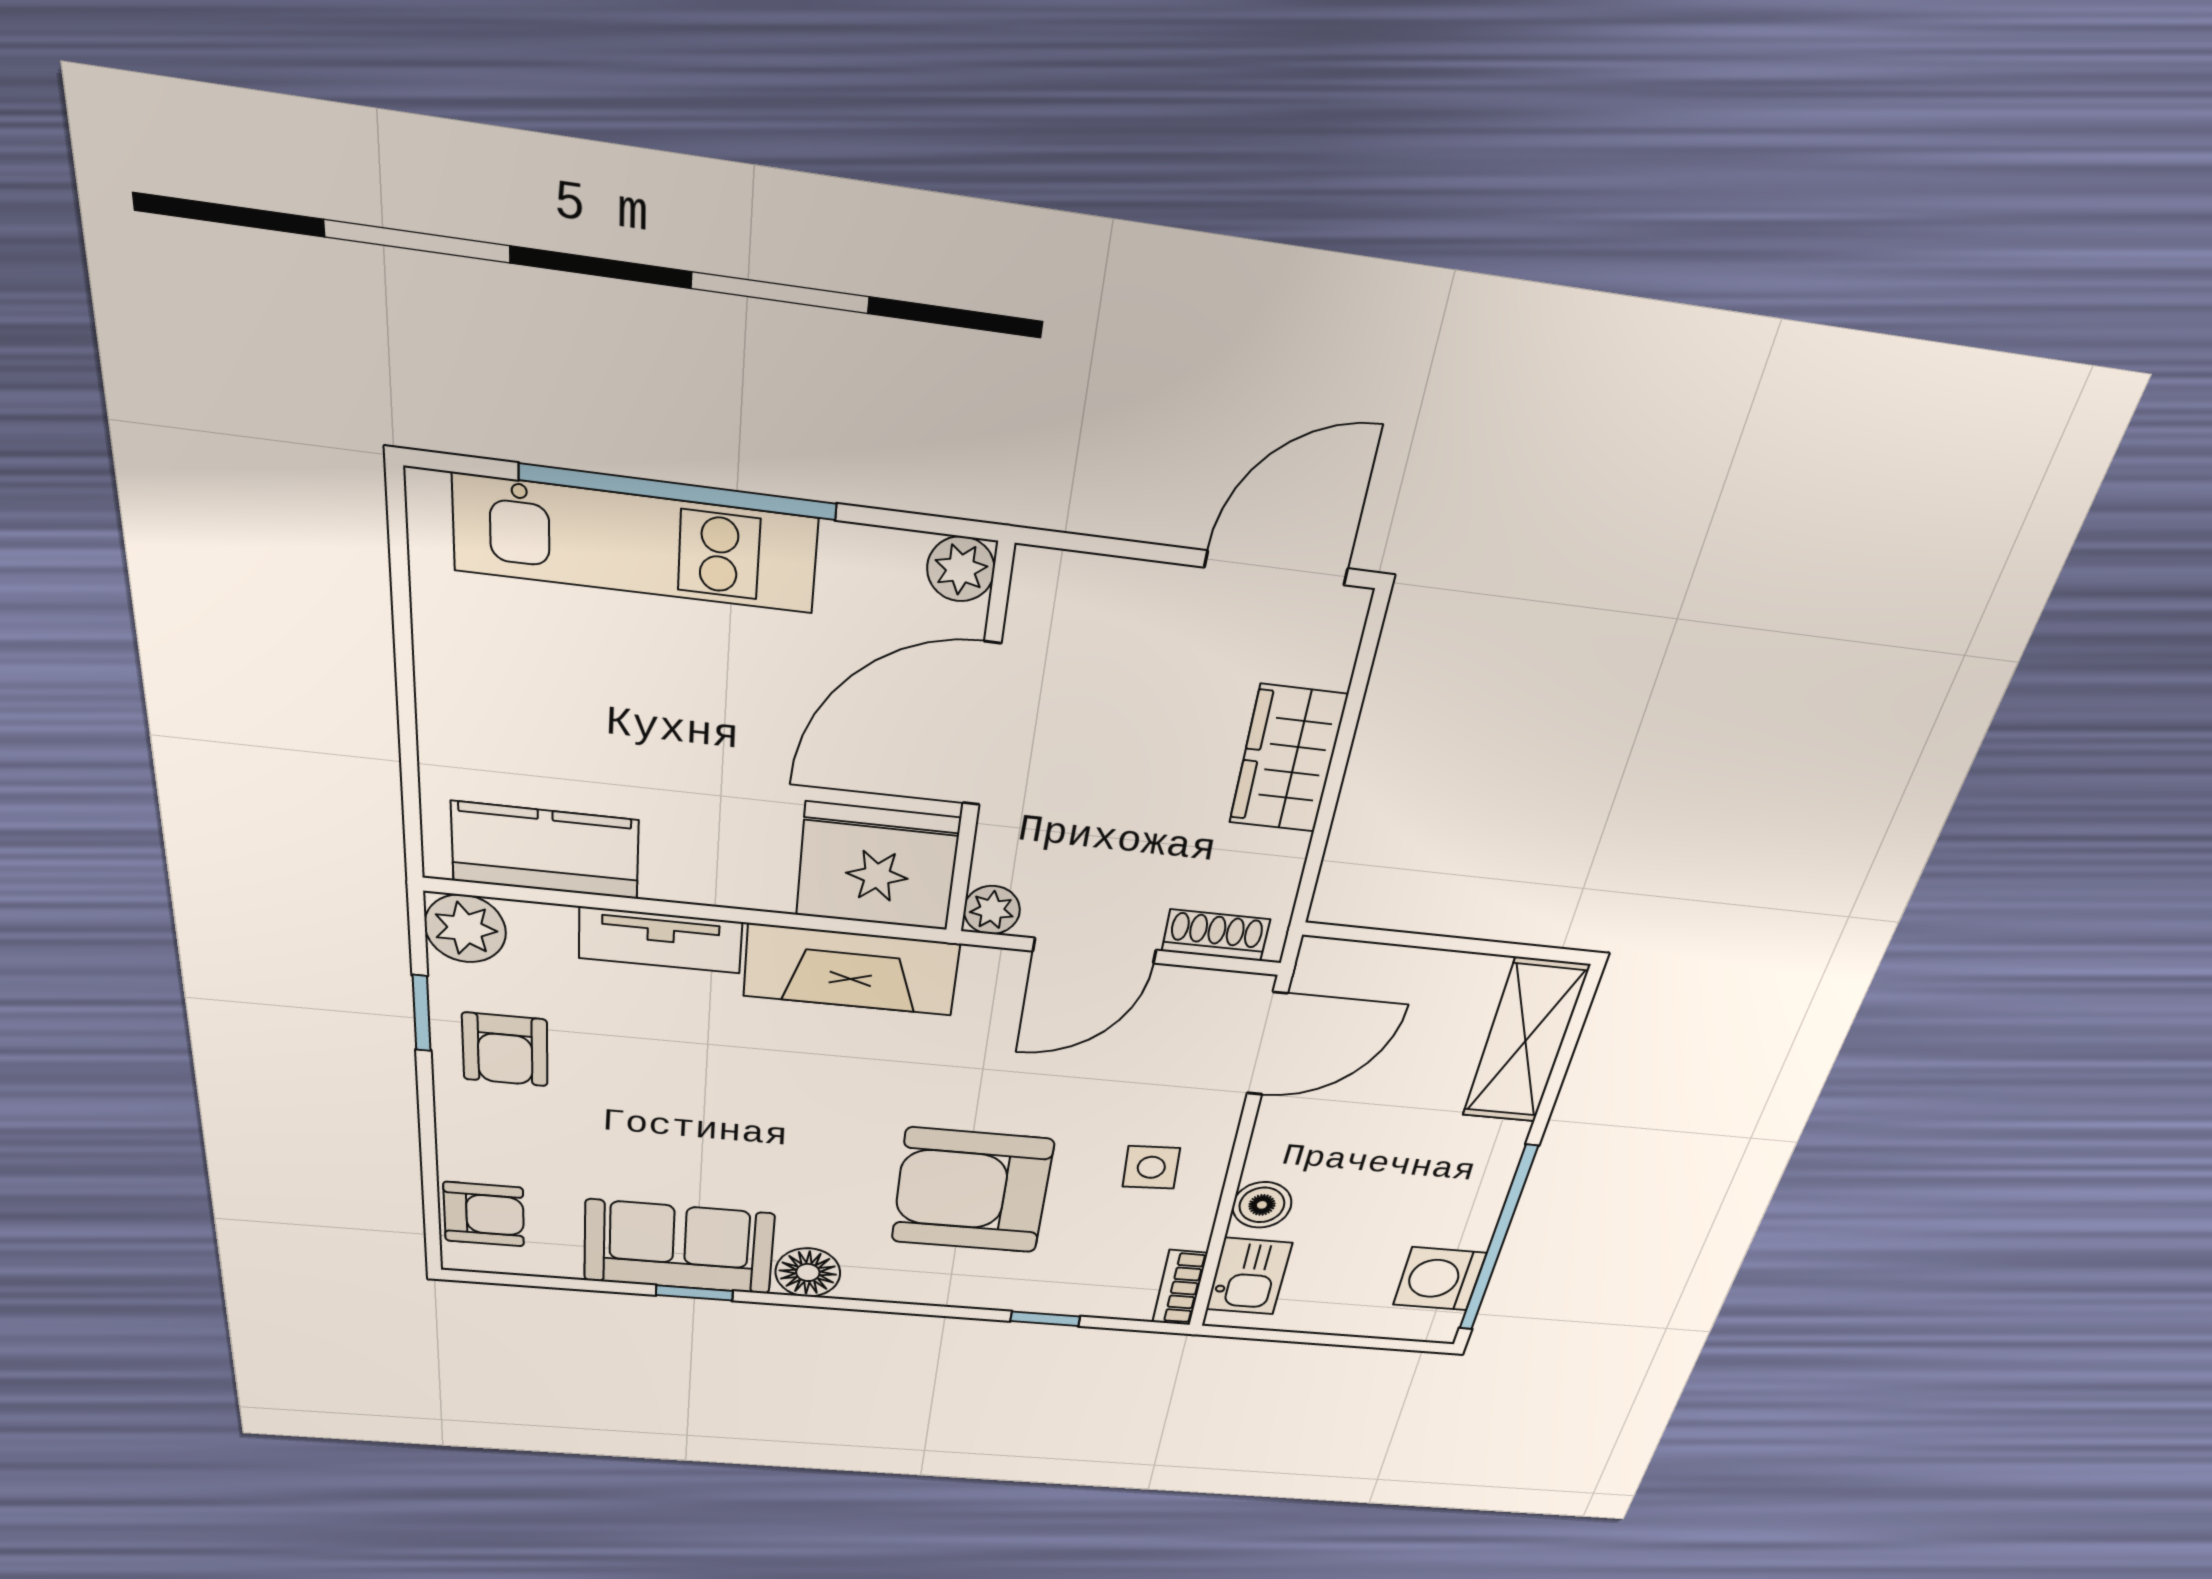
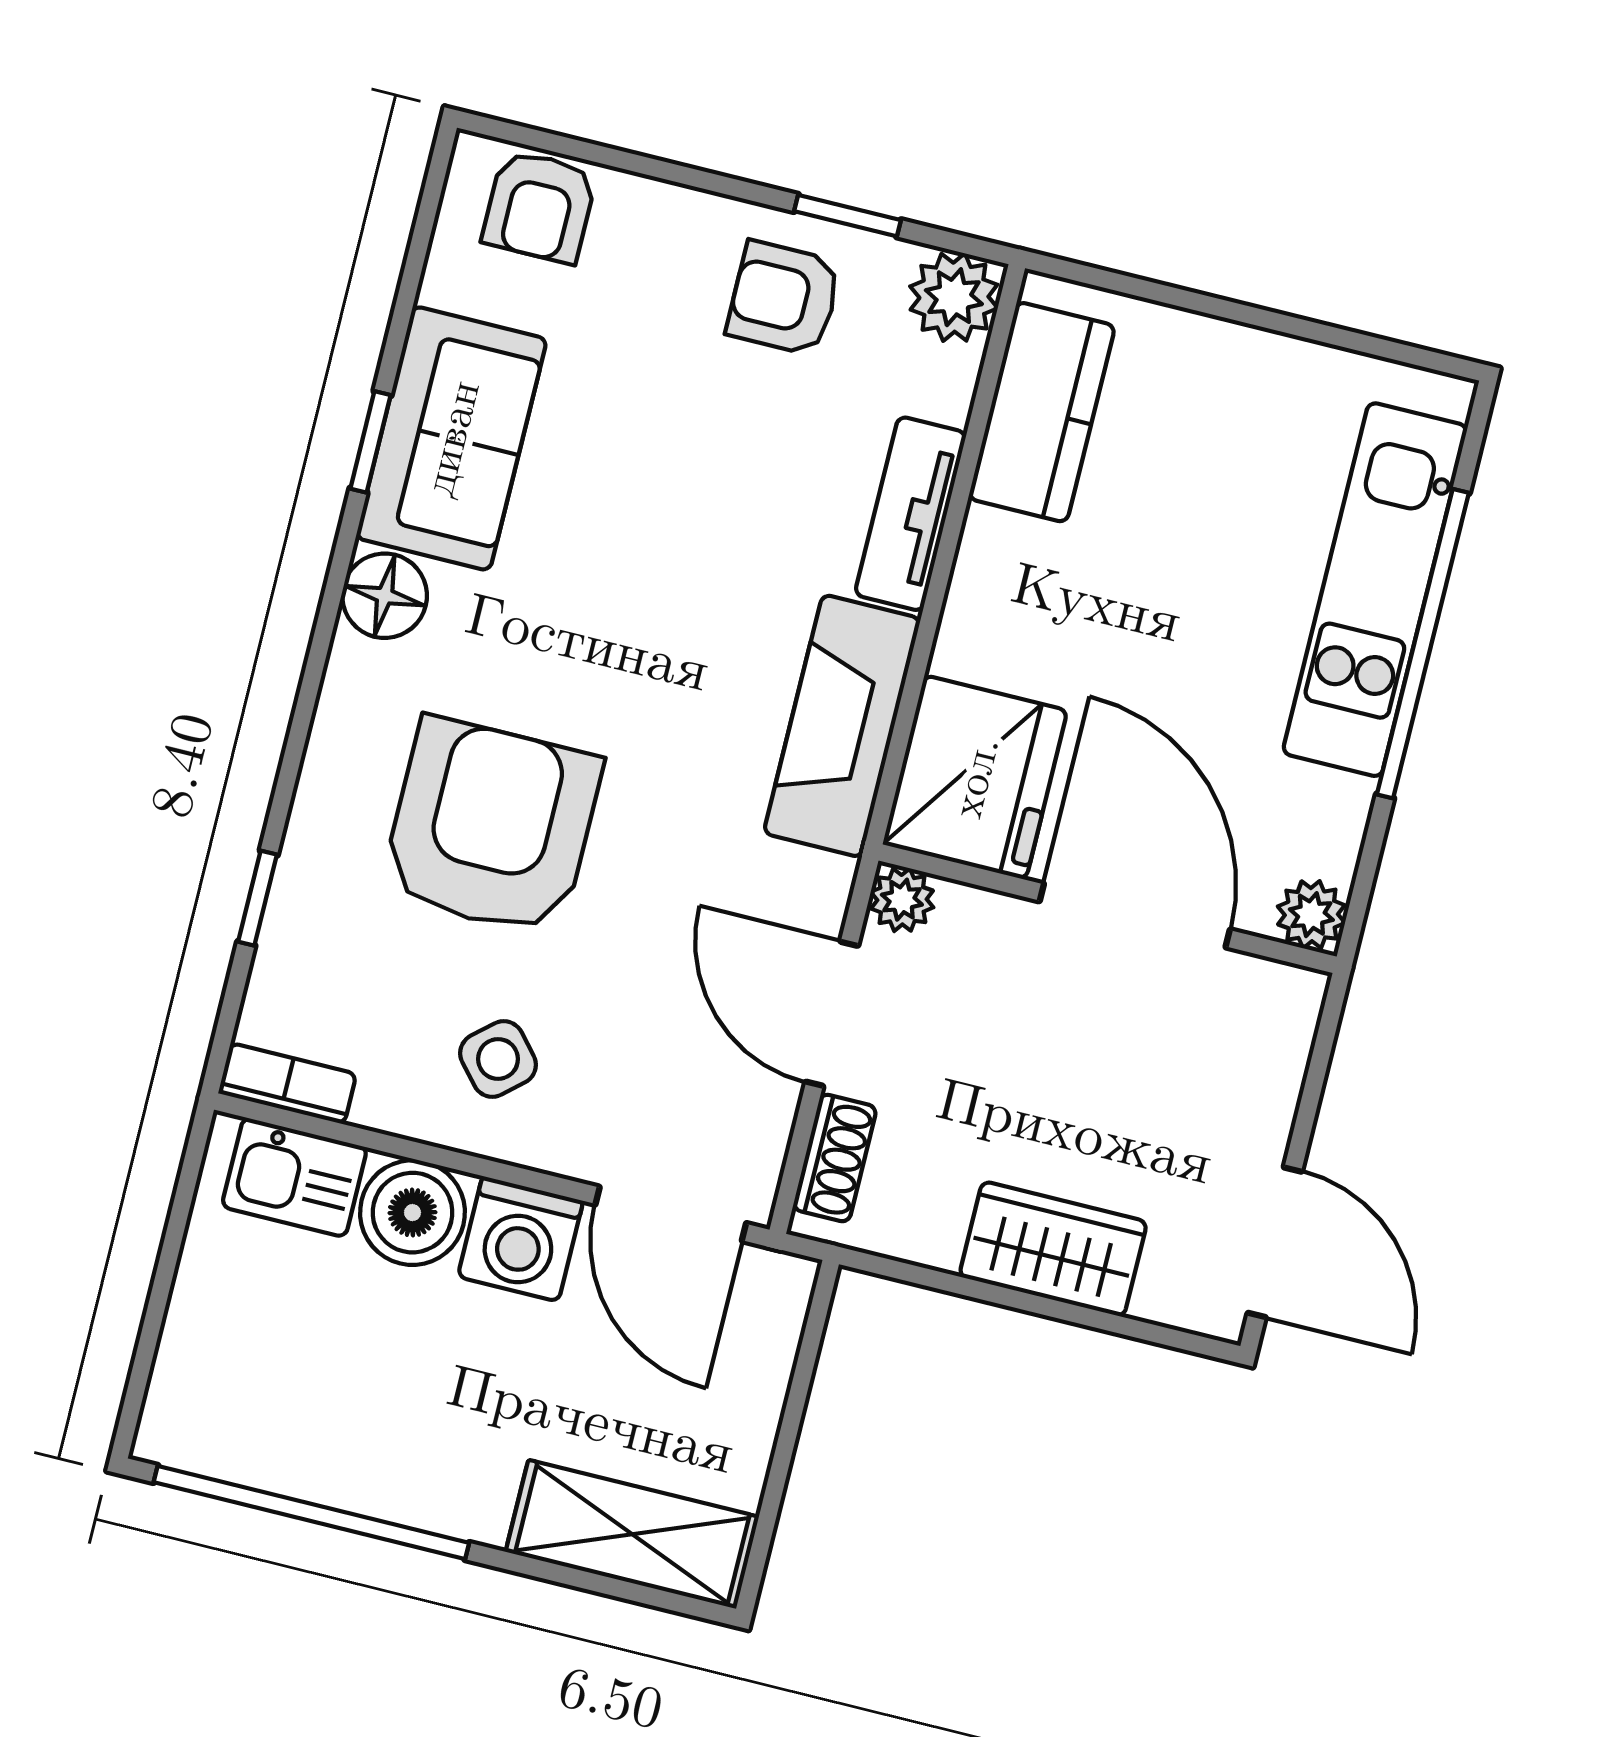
side table: (1151, 1167) -> (498, 1059), turned -38
boiler: (1262, 1205) -> (412, 1213), width x1.36, depth x1.36
washing machine: (1440, 1279) -> (520, 1239), moved, turned 180

